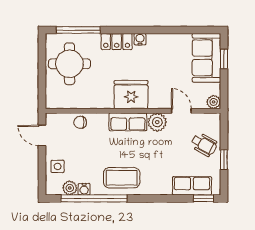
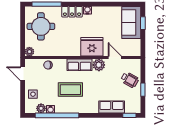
fridge: (131, 95) -> (92, 47), moved
plant: (214, 102) -> (29, 52), moved
coffee table: (122, 178) -> (70, 90), moved
row of seats: (192, 186) -> (112, 107), moved

